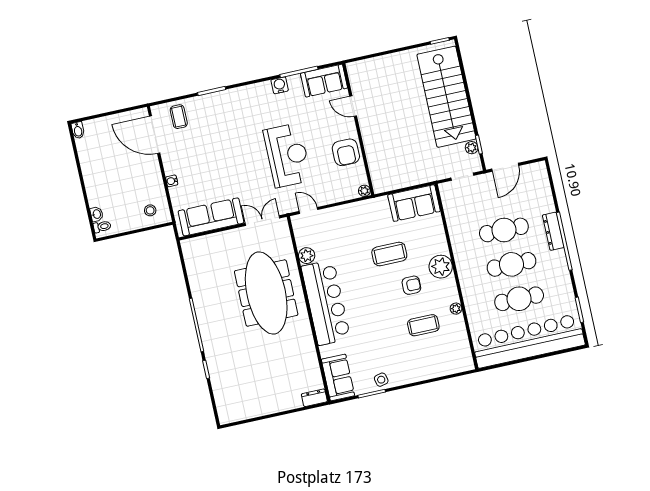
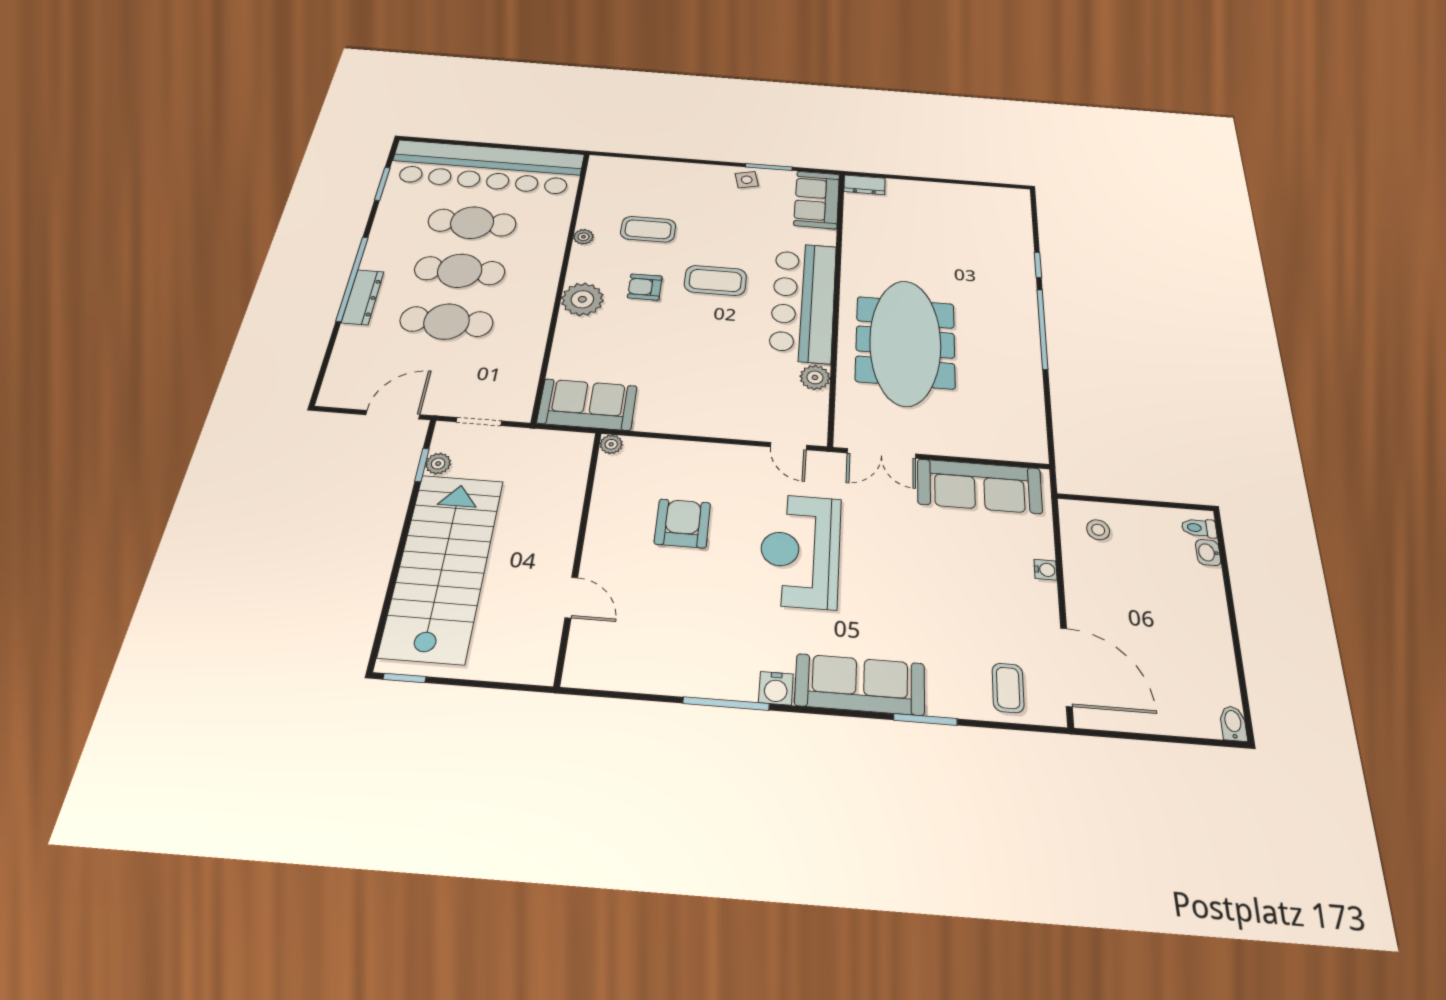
sofa: (324, 81) -> (860, 684), moved, width x1.36
door: (353, 106) -> (571, 598), moved
wall: (358, 129) -> (579, 552), moved
plant: (364, 191) -> (611, 444), moved
coffee table: (389, 254) -> (715, 280), moved

